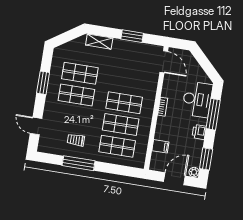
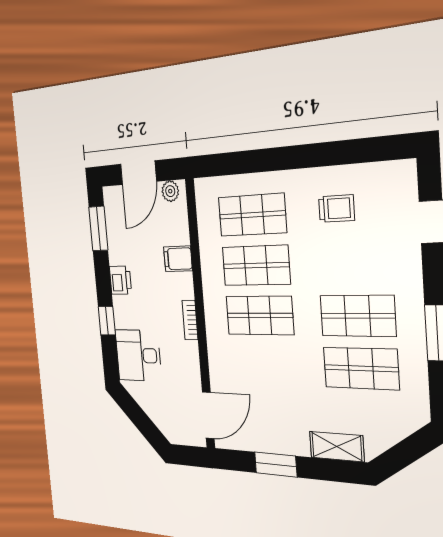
door: (164, 62) -> (208, 415), swing flipped
desk: (197, 99) -> (138, 355), width x0.73
window: (213, 114) -> (107, 321), width x0.46
filing cabinet: (160, 146) -> (178, 259), moved
window: (79, 163) -> (319, 155), removed
plant: (194, 172) -> (170, 191), moved

